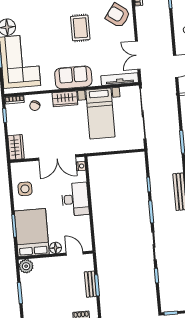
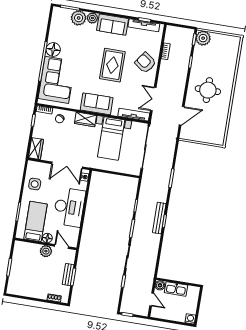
rug: (80, 28) -> (112, 65), width x1.36, depth x1.43
desk: (75, 199) -> (69, 207), width x1.36, depth x1.30
bed: (32, 233) -> (36, 221), width x0.67
plant: (26, 266) -> (46, 251), moved

